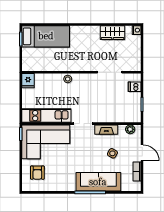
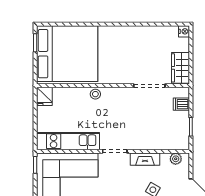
wardrobe: (113, 33) -> (180, 68), moved, turned 90
bed: (46, 36) -> (67, 54), width x2.04

